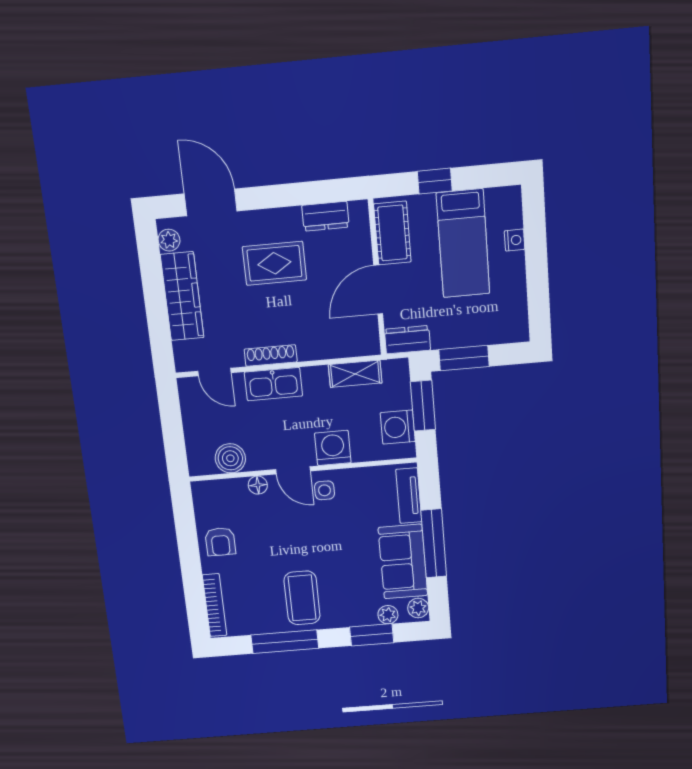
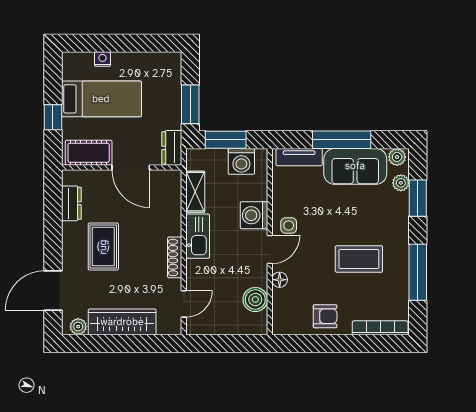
kitchen sink: (273, 384) -> (198, 236), moved
coffee table: (302, 598) -> (359, 259), moved

